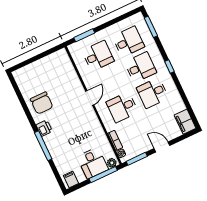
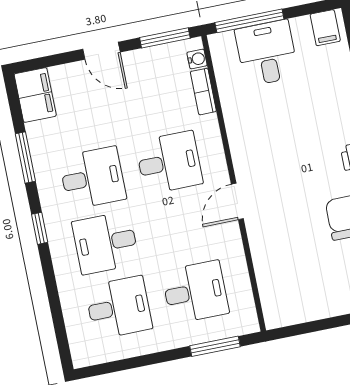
window: (151, 27) -> (25, 157), moved
desk: (128, 42) -> (119, 308), turned 180
desk: (98, 56) -> (195, 292), turned 180
plant: (112, 163) -> (223, 43), removed

